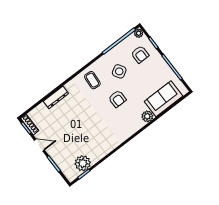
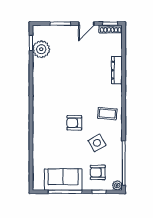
sofa: (164, 99) -> (63, 180), moved, turned -90
plant: (147, 116) -> (39, 137), removed

